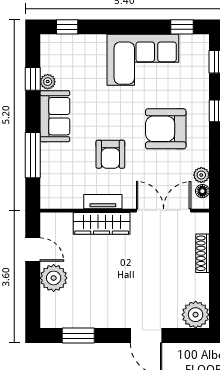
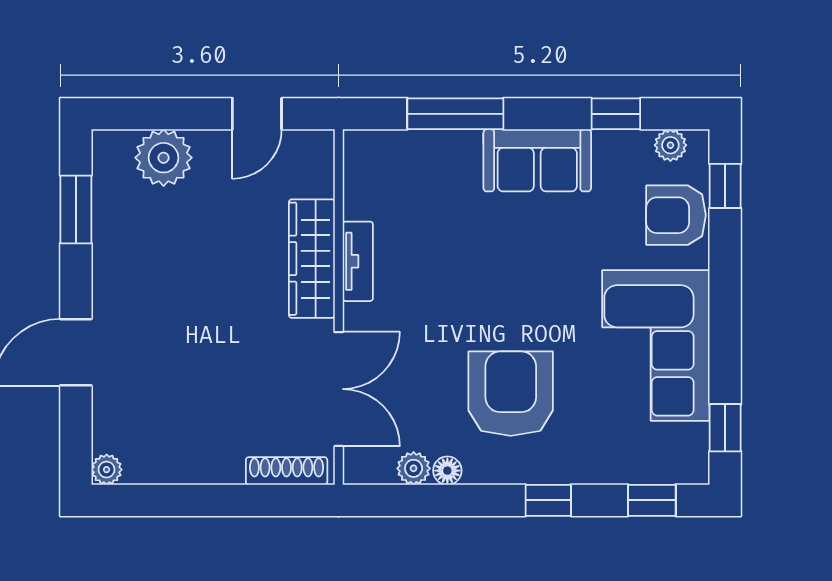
plant: (48, 82) -> (670, 145), moved
armchair: (110, 154) -> (676, 215), moved
floor lamp: (202, 191) -> (447, 471), moved
shoe rack: (203, 253) -> (287, 471), moved
plant: (54, 278) -> (164, 158), moved
plant: (196, 315) -> (107, 470), width x0.53, depth x0.53

